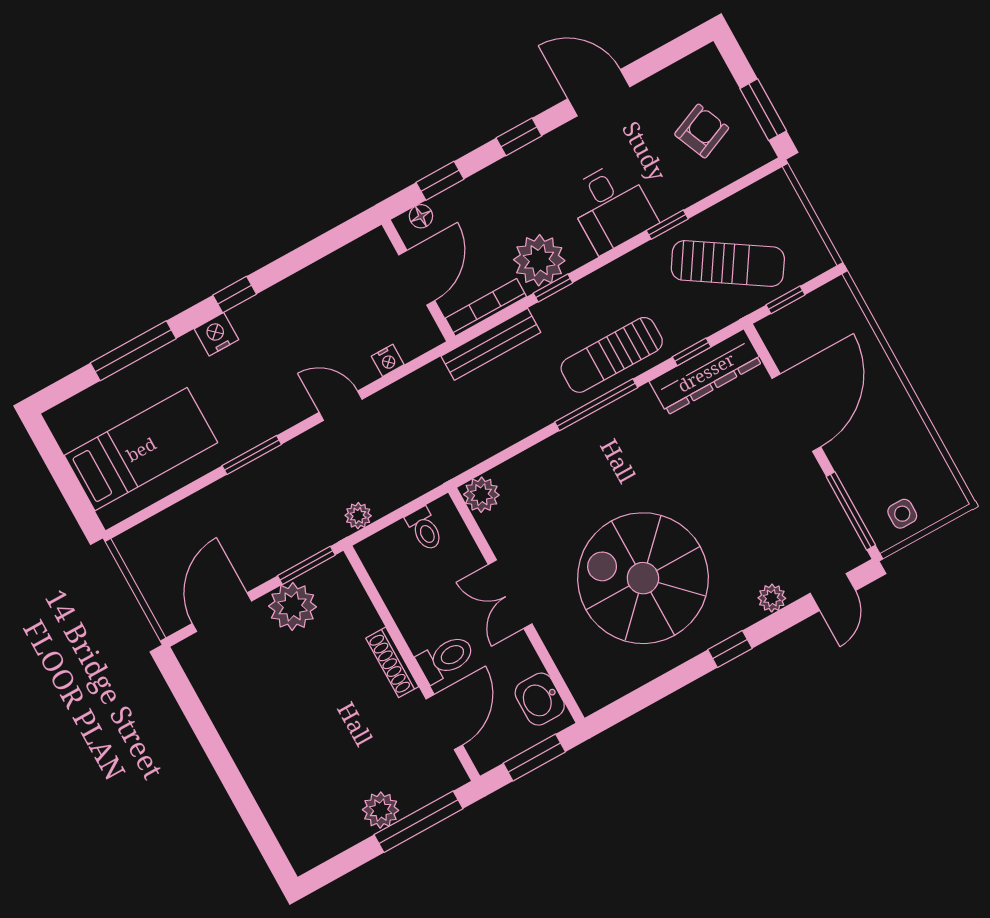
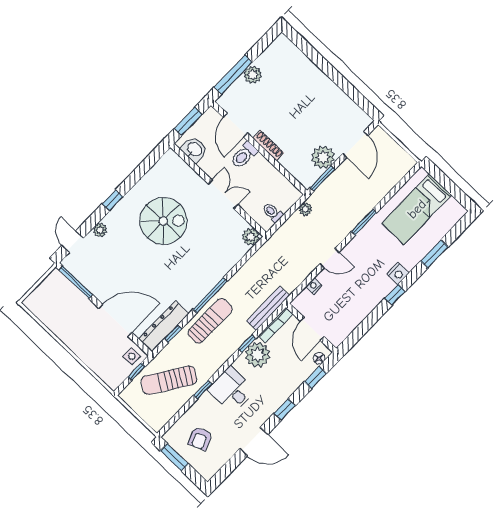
window: (133, 351) -> (434, 254), width x0.69
door: (796, 413) -> (115, 320), swing flipped
side table: (902, 514) -> (132, 356), moved
spiral stairs: (643, 578) -> (163, 221), width x0.73, depth x0.73

